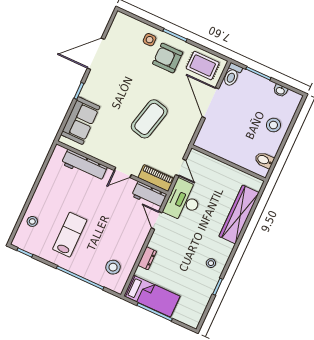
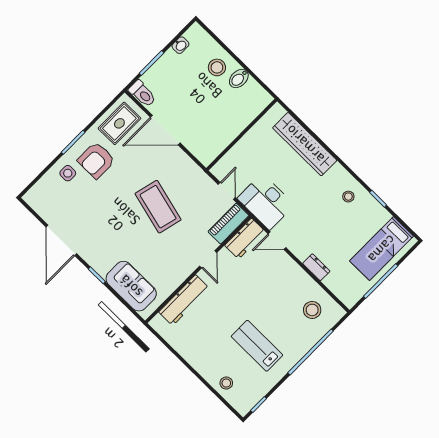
bidet: (264, 160) -> (239, 78), moved
door: (181, 167) -> (227, 191), hinge flipped
bed: (152, 296) -> (382, 249), moved, turned 180

